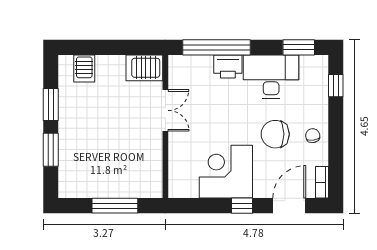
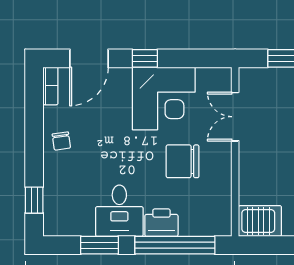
window: (299, 47) -> (99, 245), moved
desk: (271, 76) -> (119, 211), width x0.73
double door: (165, 110) -> (235, 117), moved
chair: (275, 134) -> (183, 161), moved, turned 180

